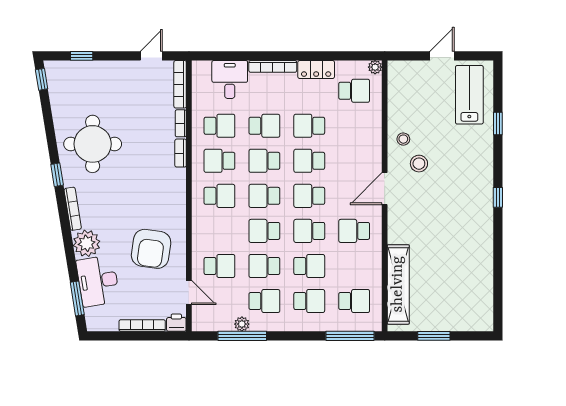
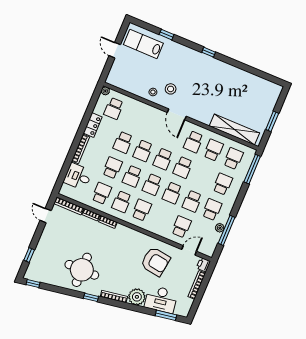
school desk: (354, 91) -> (114, 108), turned 180
school desk: (309, 266) -> (213, 150), moved

